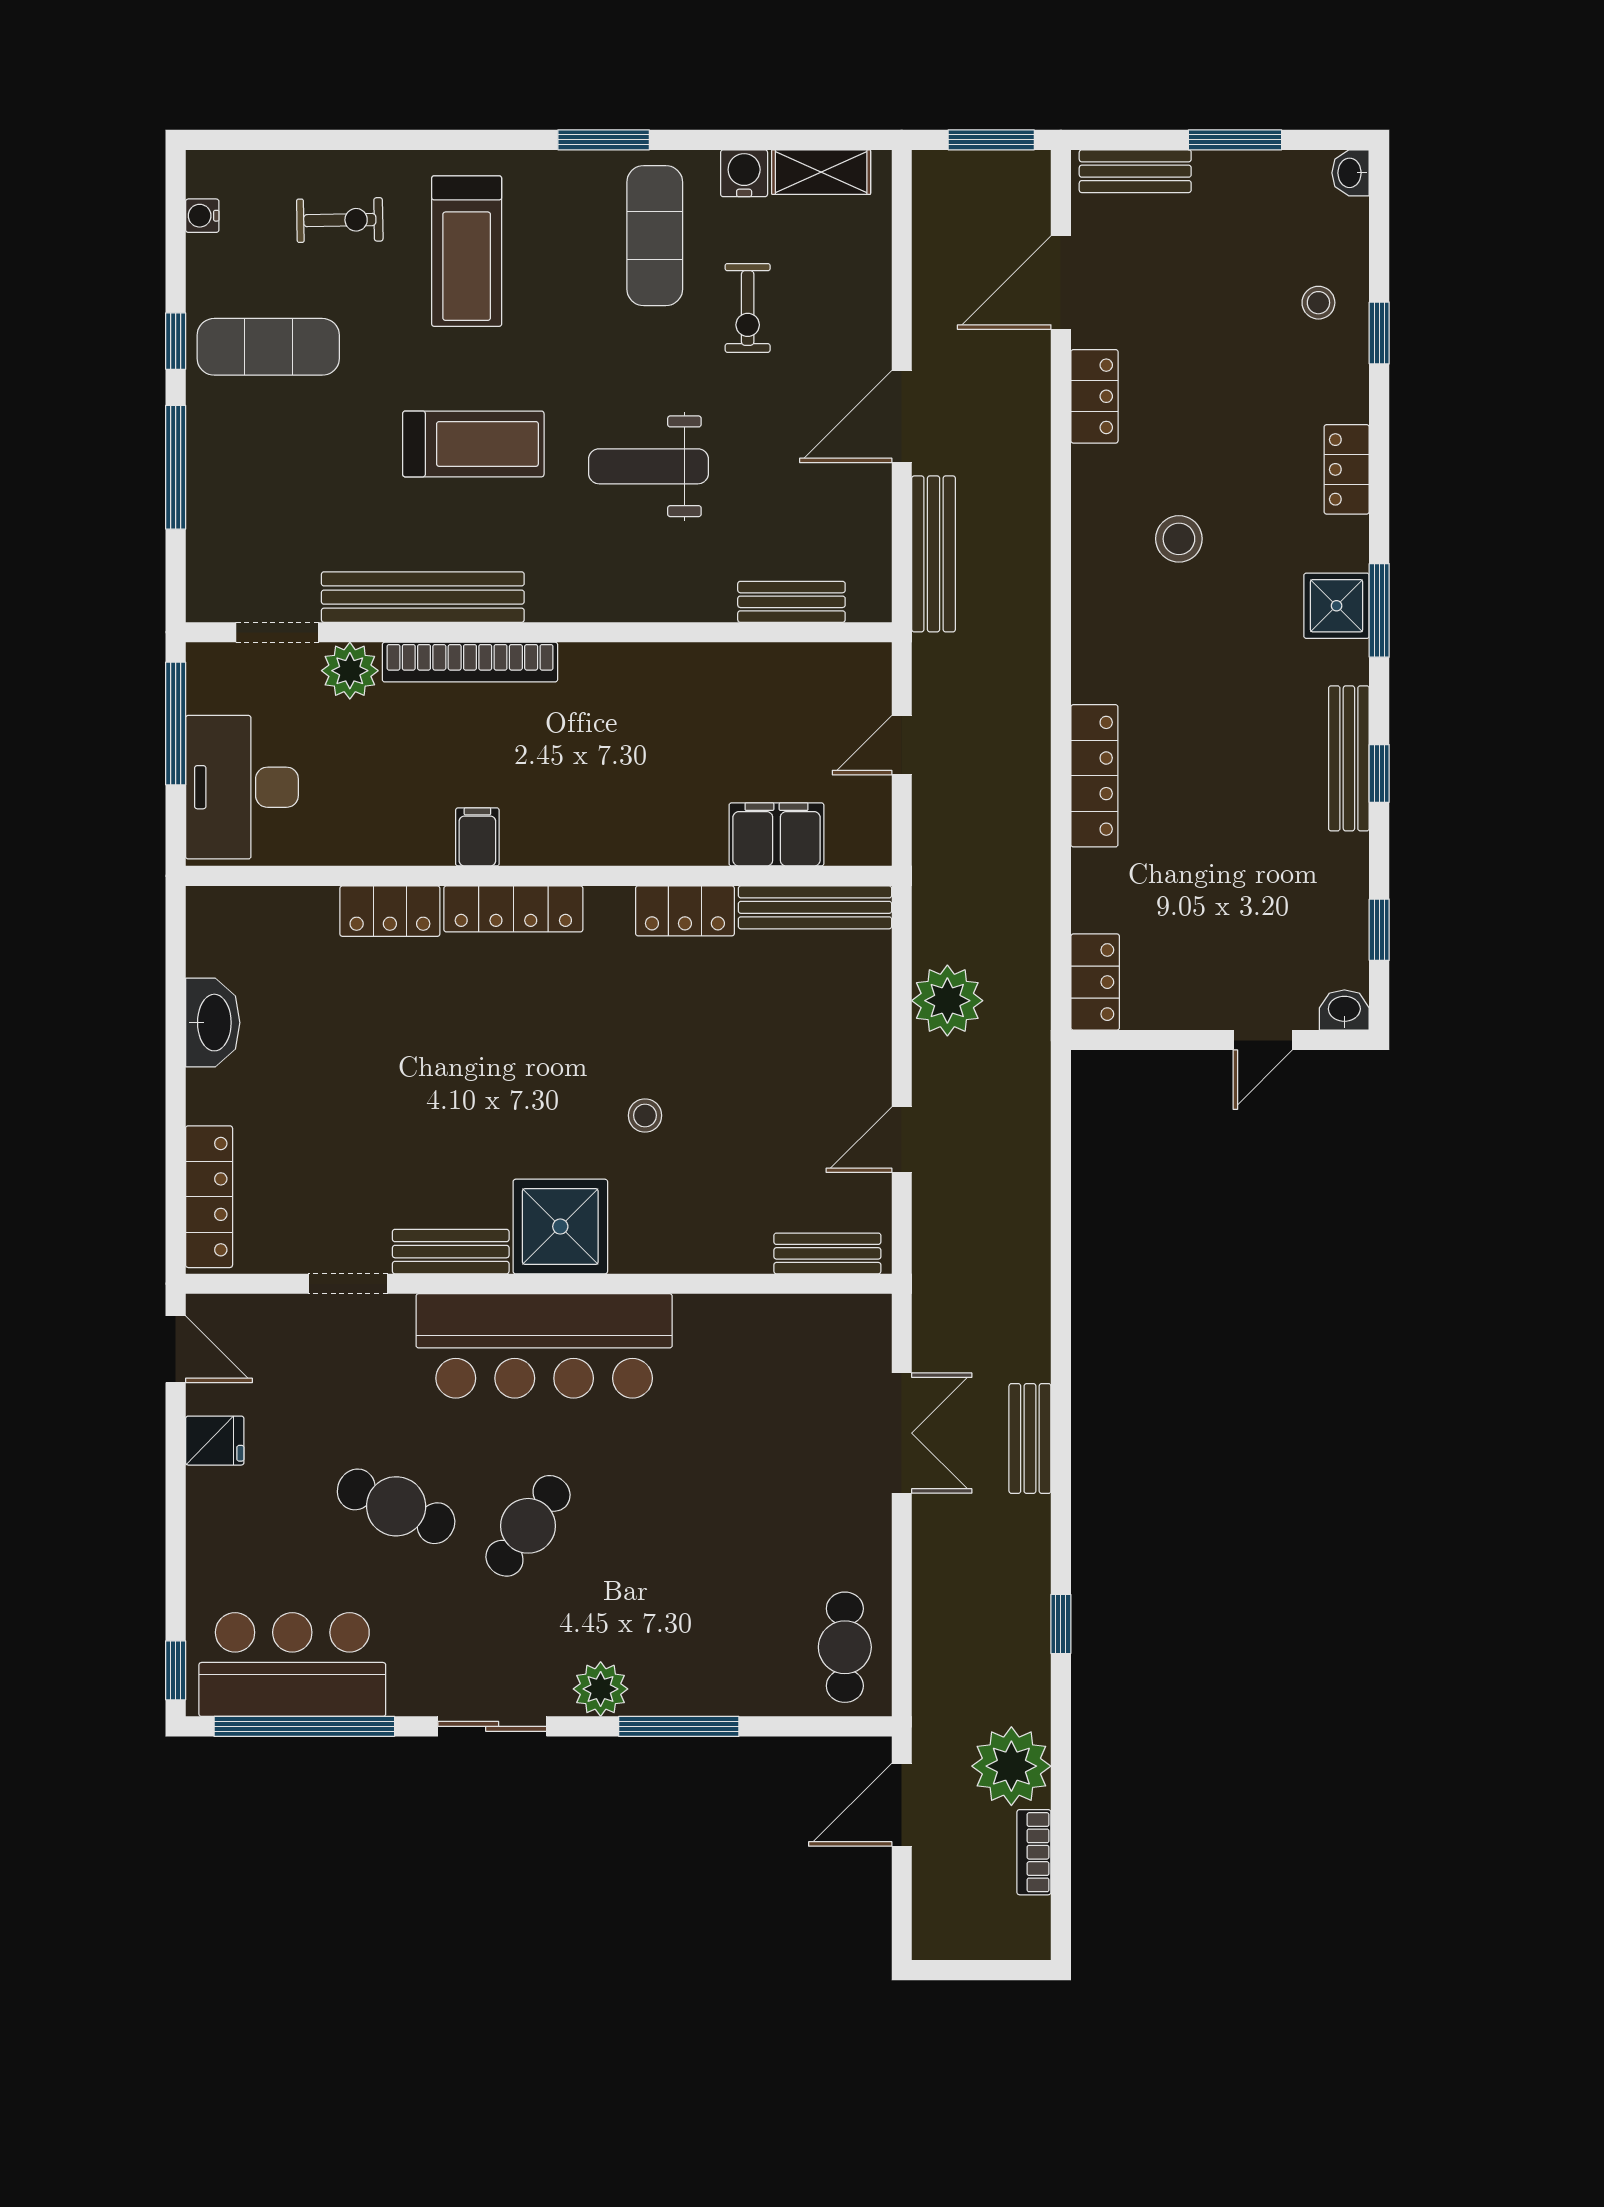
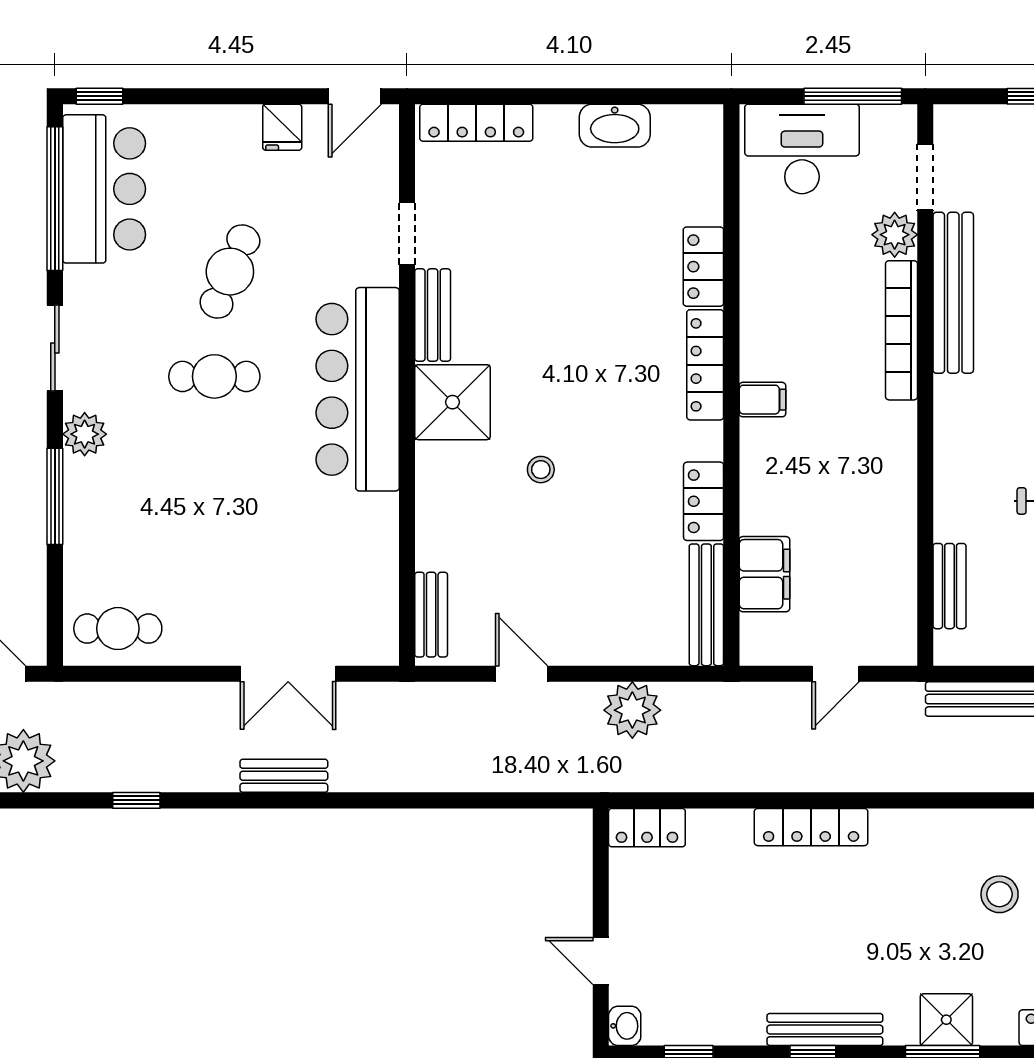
door: (902, 745) -> (835, 674), swing flipped
filing cabinet: (477, 837) -> (762, 400), moved
cafe table: (528, 1526) -> (214, 376), turned -36

